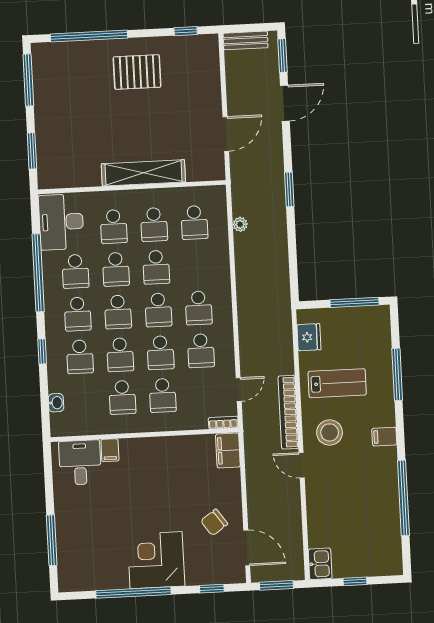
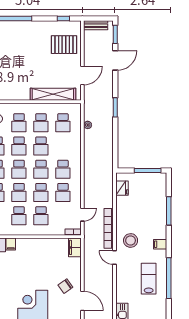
pallet: (137, 72) -> (64, 45), moved
shelving: (143, 173) -> (53, 94), moved
lab bench: (337, 383) -> (149, 279), moved, turned -90

